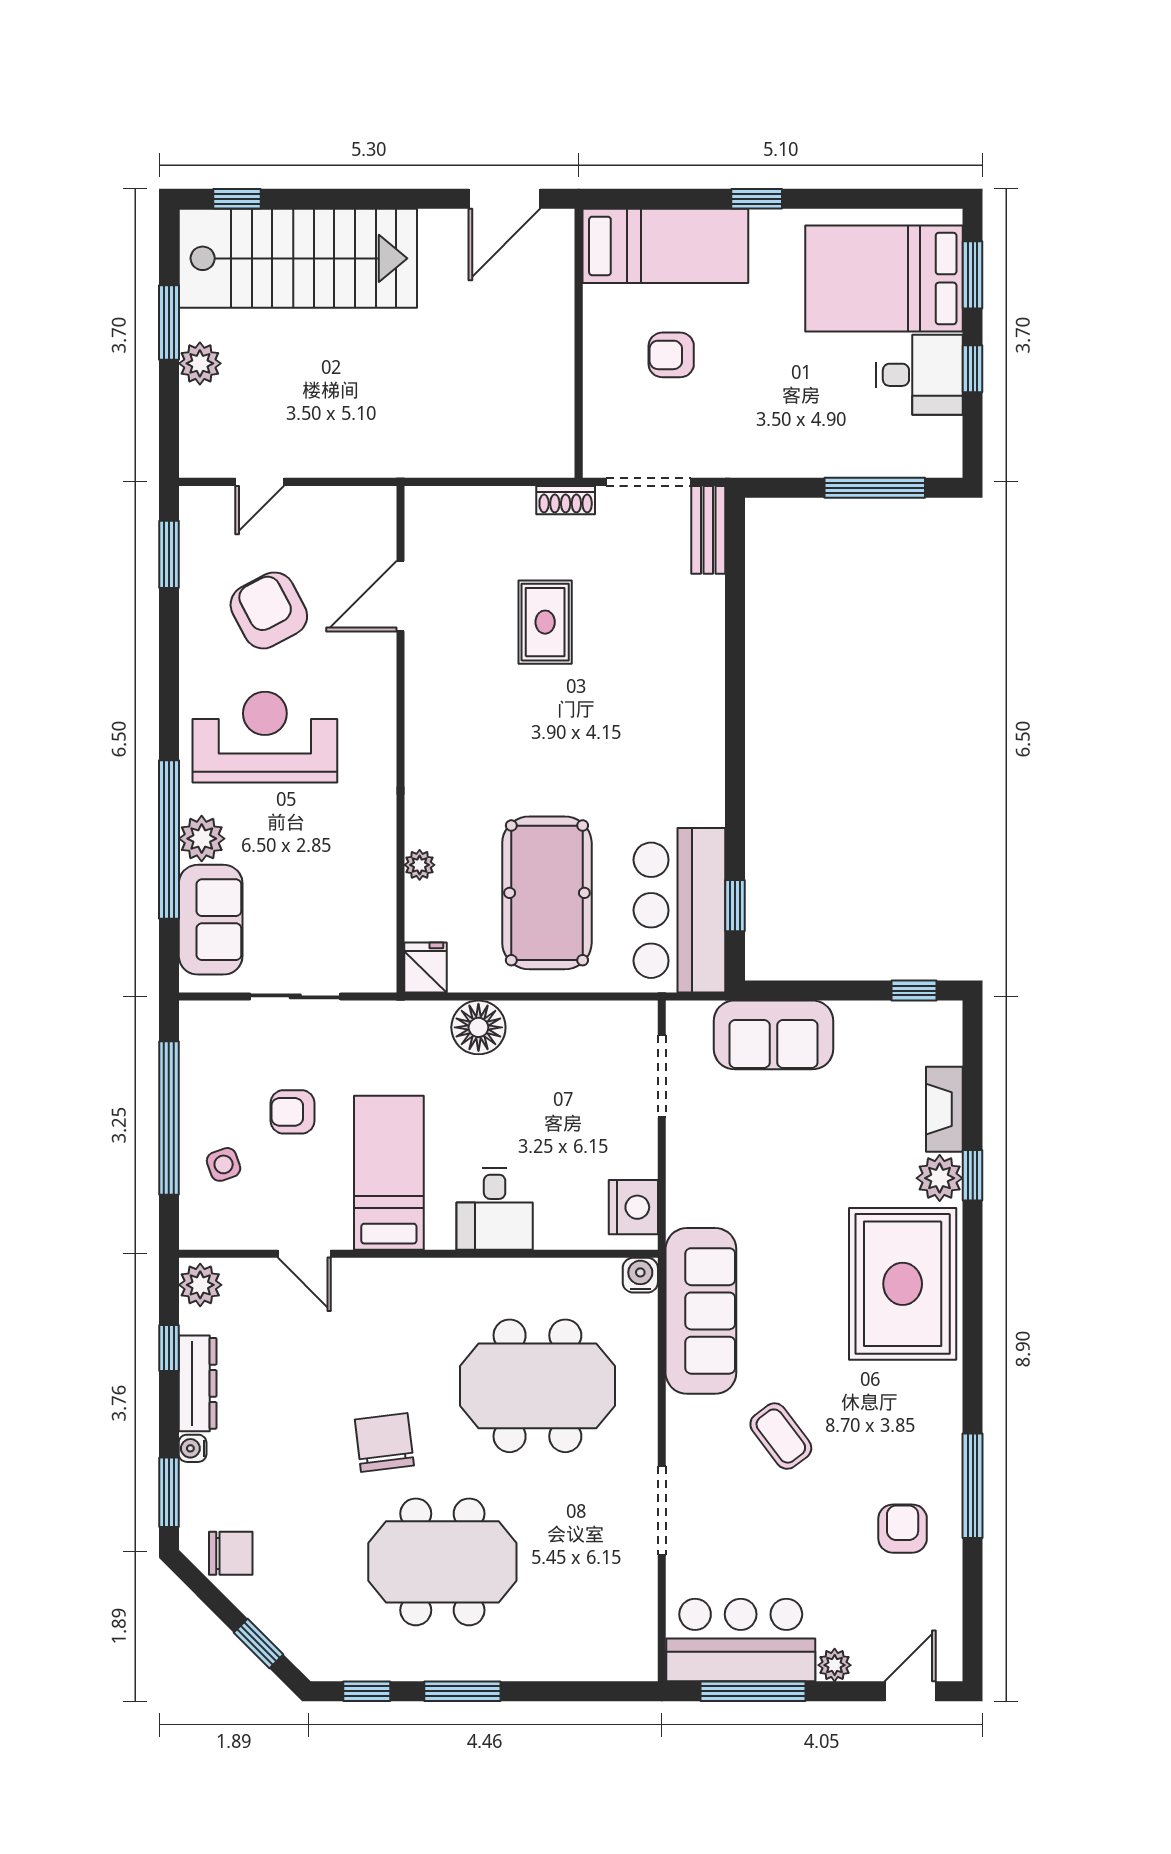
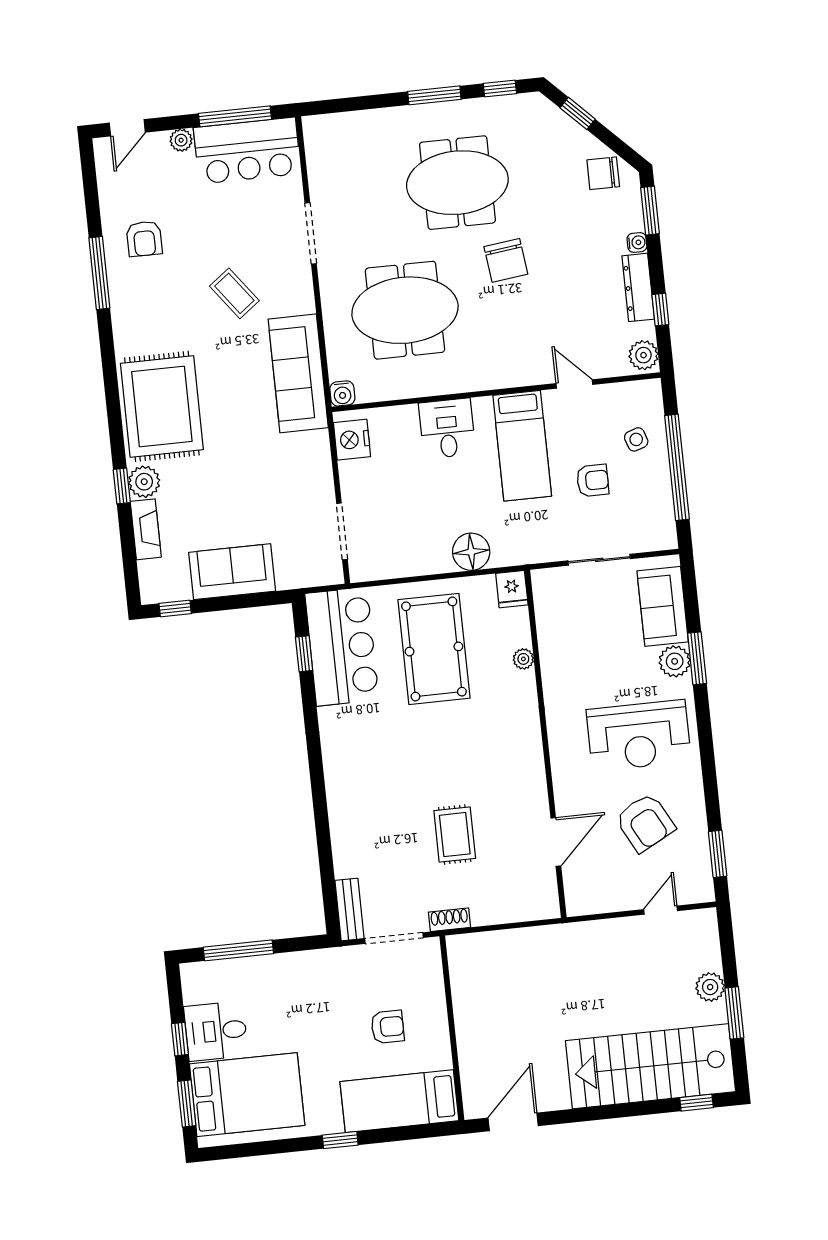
window: (169, 840) -> (697, 658), width x0.47
sofa: (773, 1035) -> (232, 572), moved

